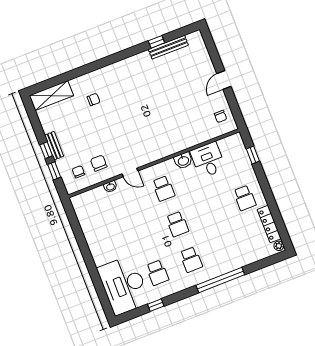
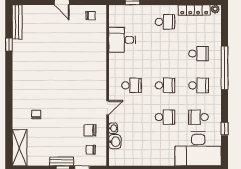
bench: (168, 47) -> (17, 22), moved
washbasin: (183, 161) -> (115, 142), moved
school desk: (144, 237) -> (165, 117), added
school desk: (225, 247) -> (198, 54), added
school desk: (157, 273) -> (198, 117), turned 180

